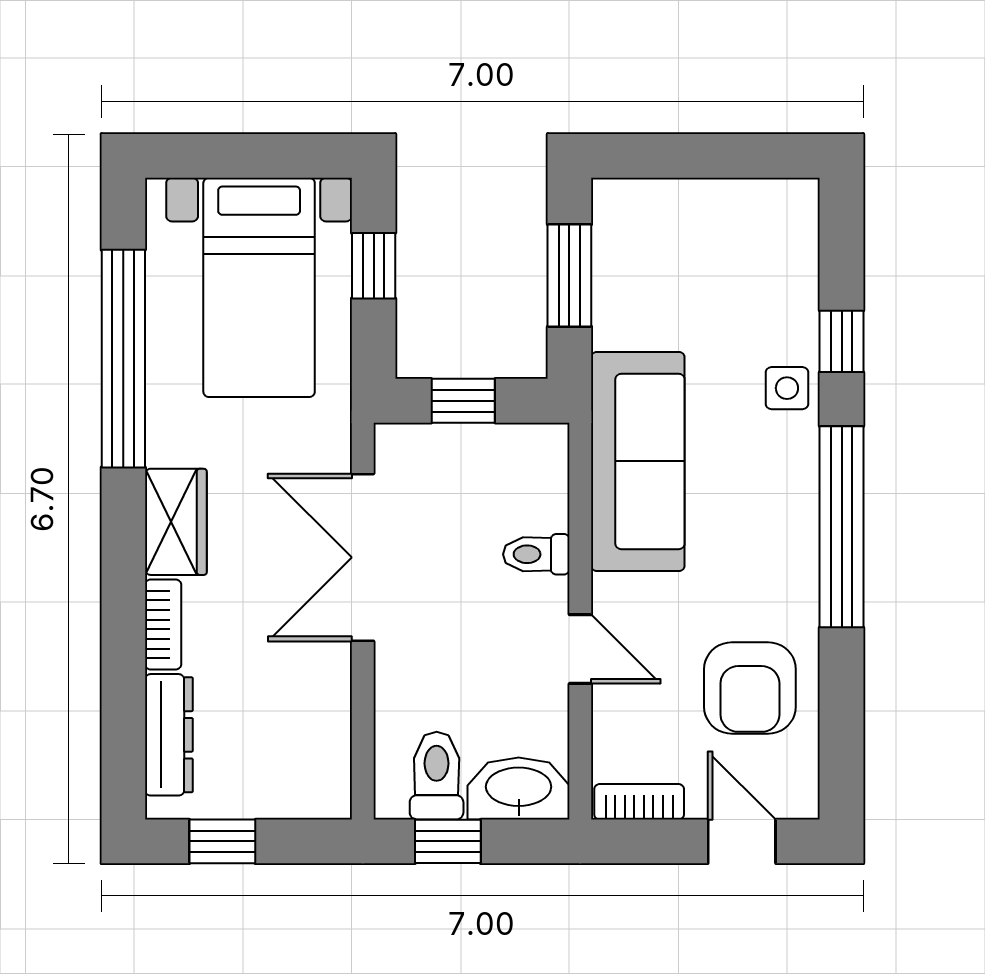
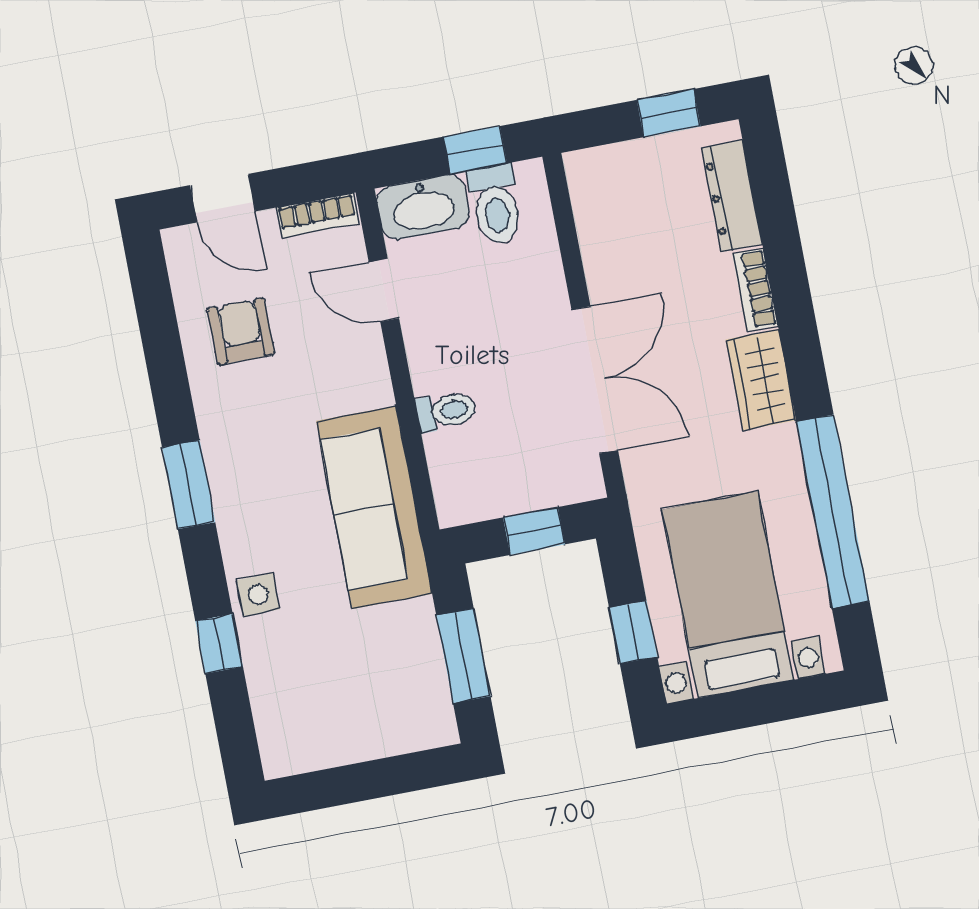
window: (842, 527) -> (189, 485), width x0.47
door: (580, 649) -> (384, 290), moved
armchair: (750, 688) -> (241, 331), width x0.72, depth x0.72

